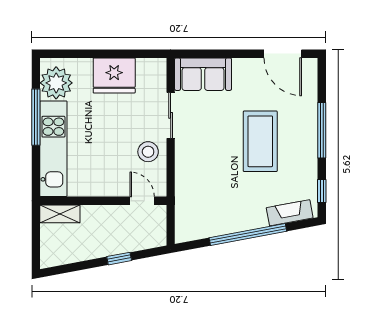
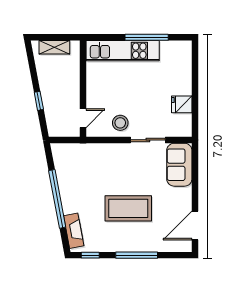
fridge: (114, 75) -> (182, 104), width x0.53, depth x0.75
plant: (56, 83) -> (173, 53), removed
shelving: (60, 214) -> (54, 47), moved, turned 90

